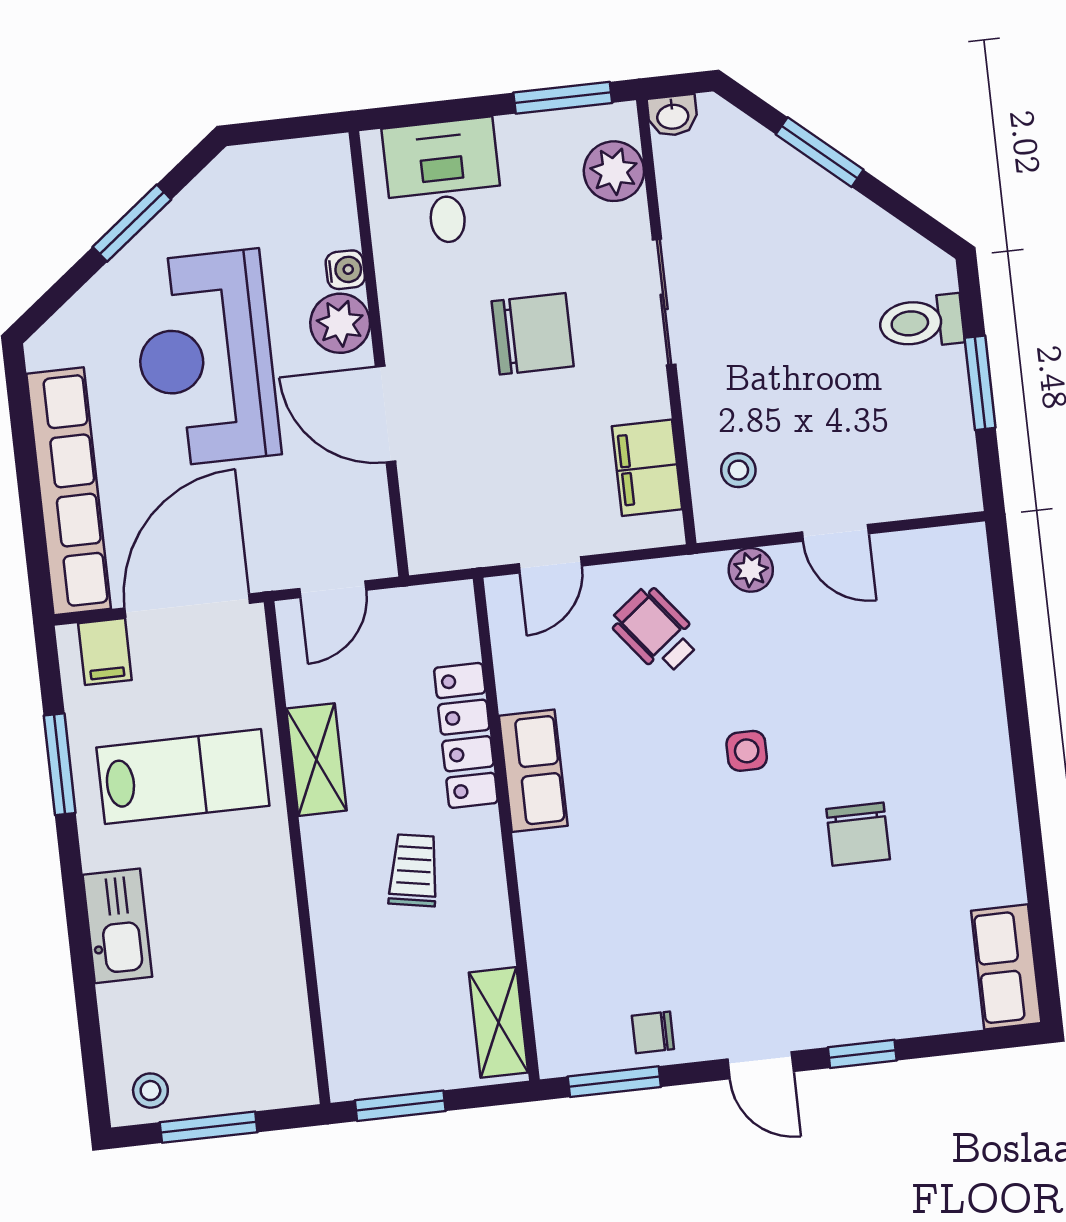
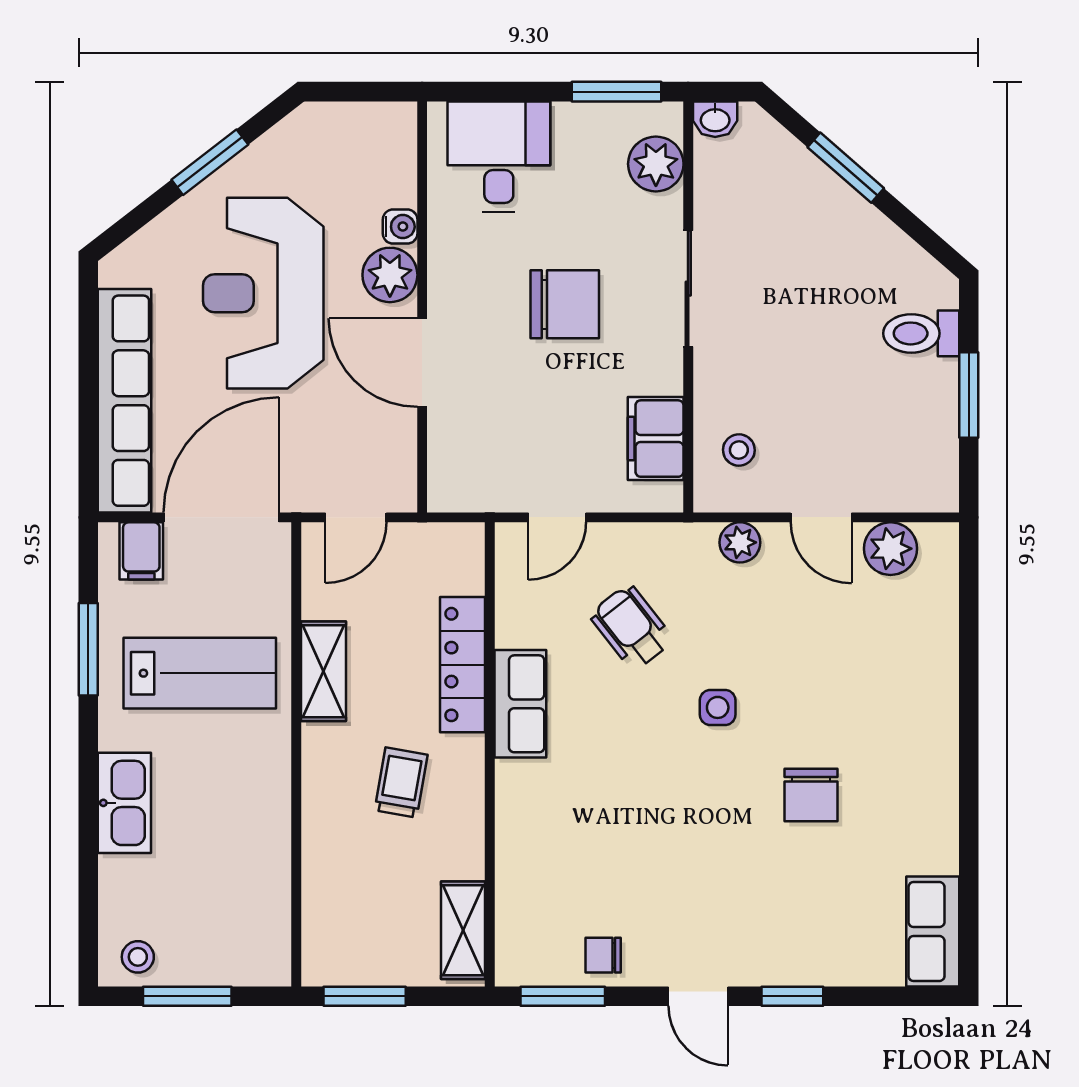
plant: (914, 558) -> (890, 549), added
wheelchair: (656, 631) -> (631, 627), moved

